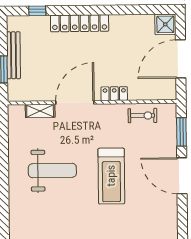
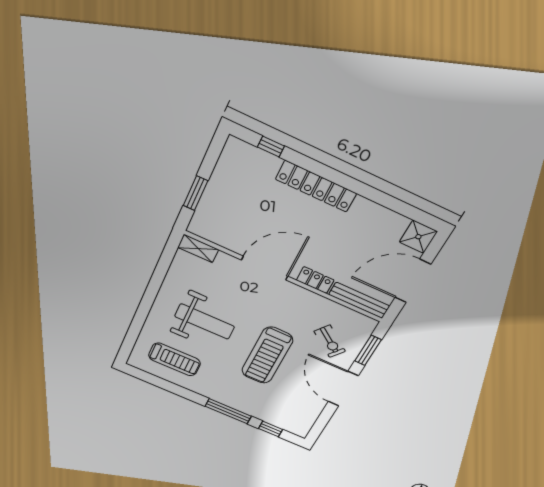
bench: (13, 55) -> (359, 300), moved, turned 90
shelving: (40, 111) -> (198, 248), moved
exercise bike: (142, 116) -> (330, 341), moved, turned 37
treadmill: (44, 218) -> (174, 359), added

